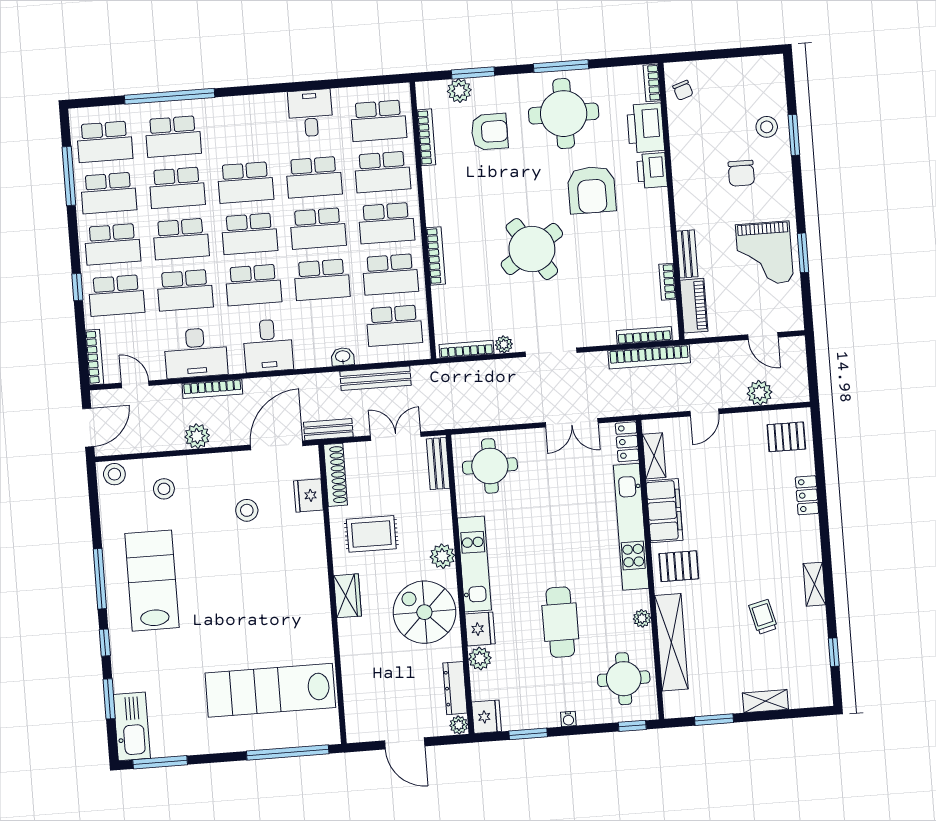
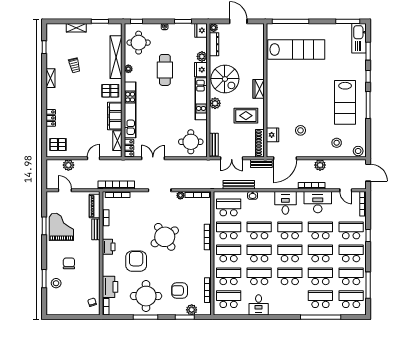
printer: (652, 170) -> (109, 247), moved
door: (88, 428) -> (368, 173), swing flipped

